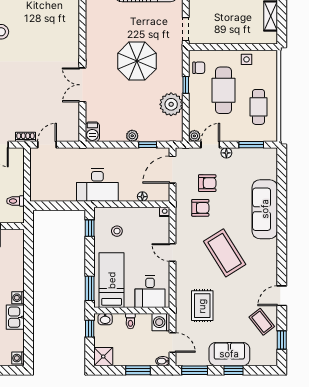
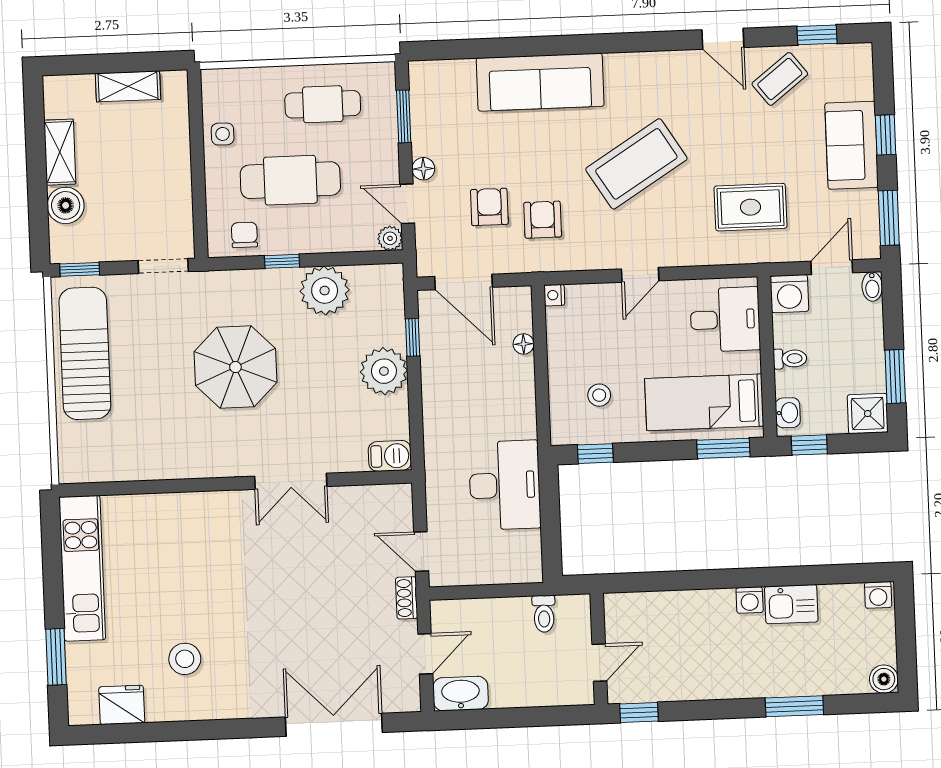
plant: (132, 136) -> (384, 371), width x1.88, depth x1.88
desk: (97, 185) -> (505, 485), moved
window: (138, 370) -> (895, 376), moved

